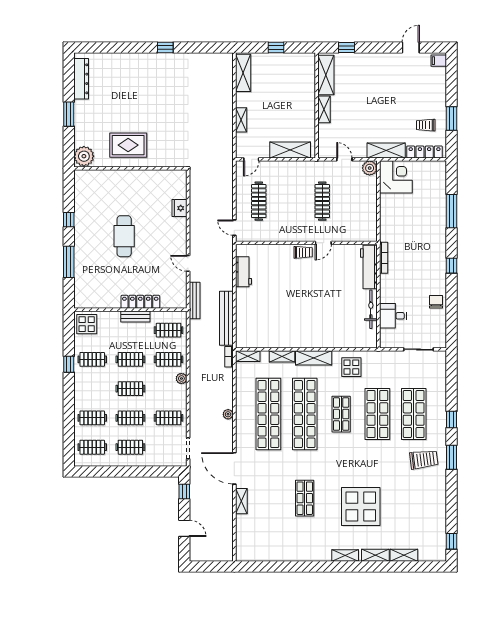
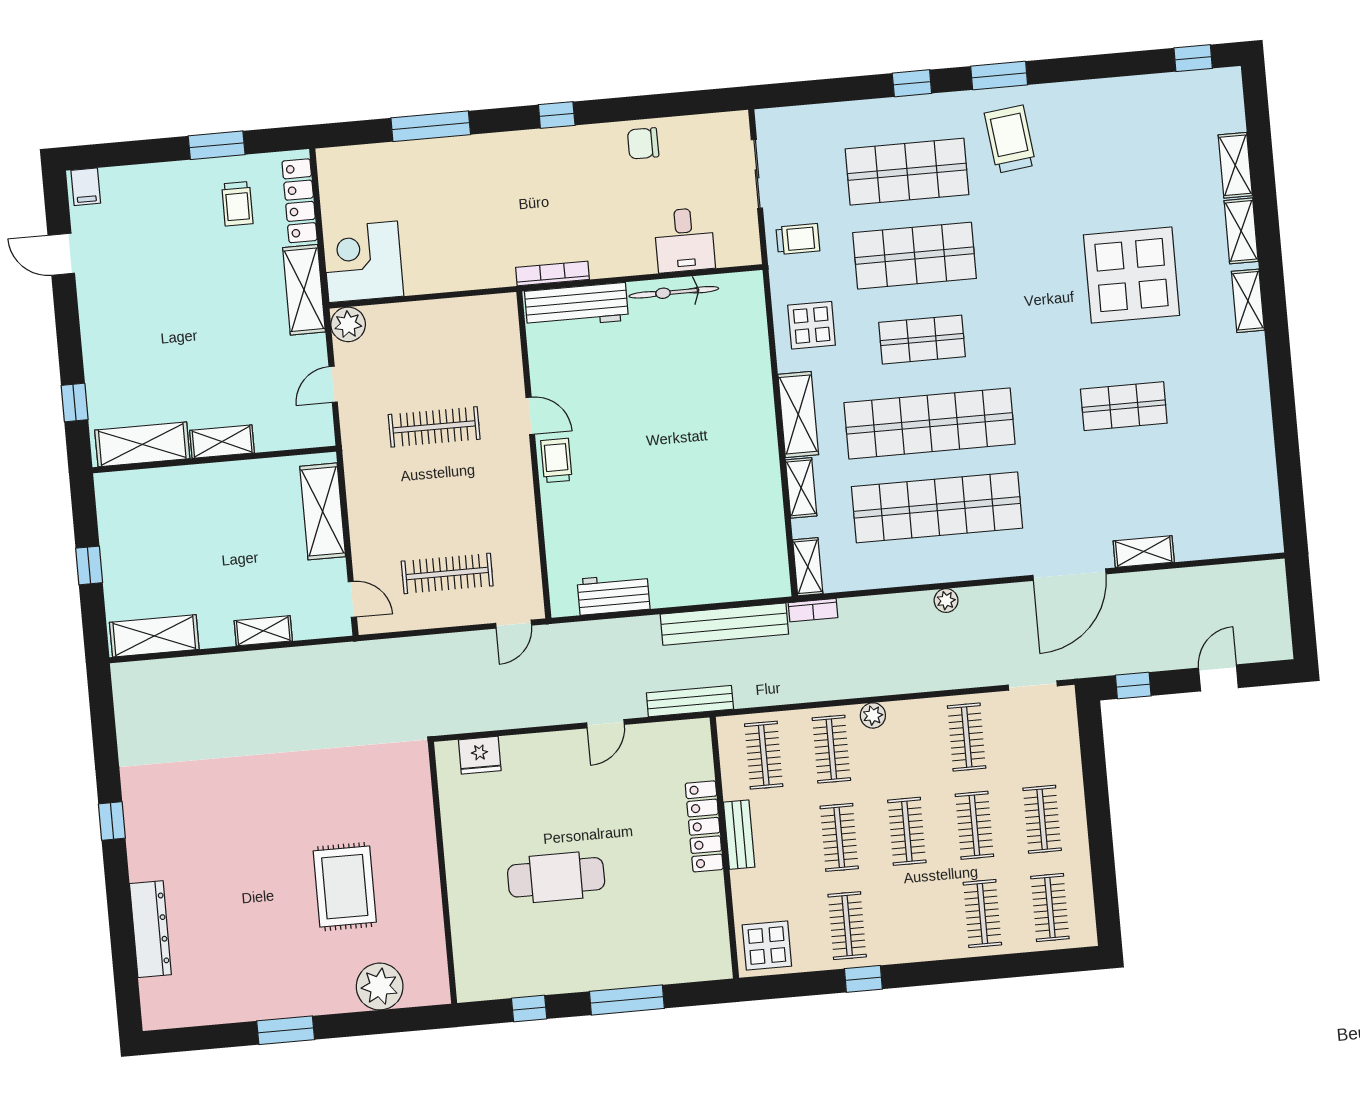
dresser: (81, 79) -> (150, 929), moved, turned 90
wall: (130, 168) -> (443, 873), moved
trolley: (389, 365) -> (798, 239), added

